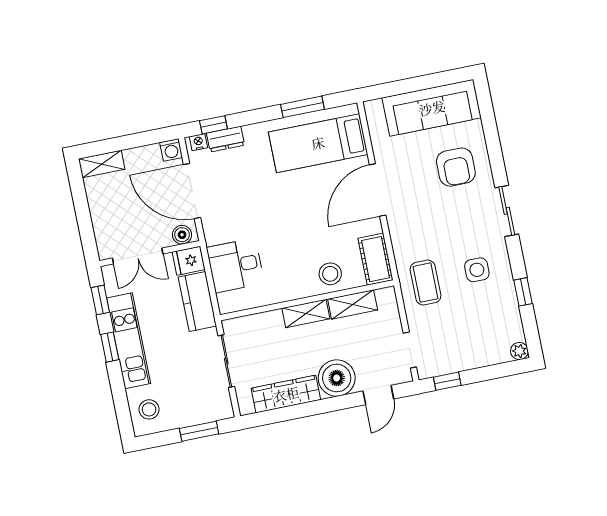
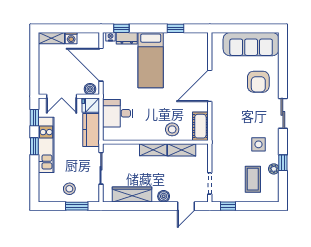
window: (302, 107) -> (176, 28), width x0.67
bed: (318, 143) -> (151, 60), moved, turned -90
washing machine: (171, 150) -> (71, 38), moved
coffee table: (425, 283) -> (253, 179), moved
plant: (519, 351) -> (274, 169), moved
boiler: (337, 378) -> (164, 196), width x0.54, depth x0.54
stool: (149, 409) -> (69, 189), moved

